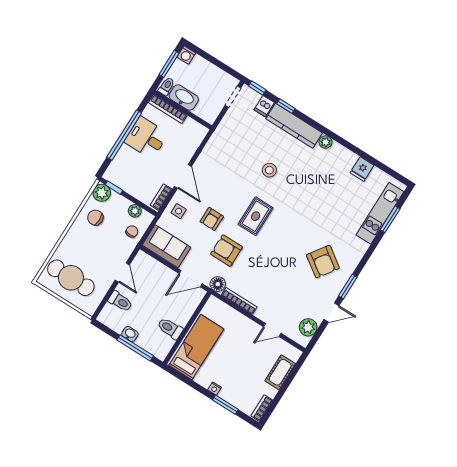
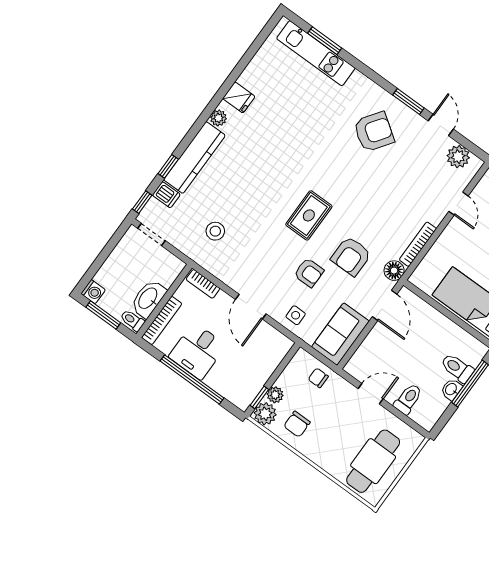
fridge: (362, 169) -> (239, 97), moved
stool: (269, 170) -> (215, 231), moved
door: (183, 176) -> (251, 307), swing flipped
bookcase: (161, 197) -> (203, 284), moved
plant: (135, 211) -> (275, 395), moved
rug: (256, 216) -> (309, 215), turned 90
toilet: (170, 328) -> (457, 368), moved, turned 90

